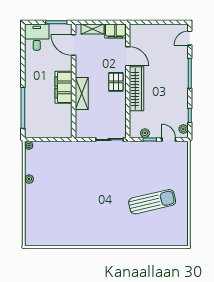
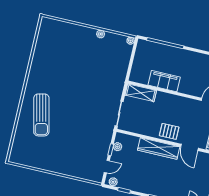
door: (128, 56) -> (190, 147), hinge flipped
filing cabinet: (64, 87) -> (164, 81), moved
shelving: (82, 94) -> (141, 93), moved
sun lounger: (152, 202) -> (41, 115), moved

